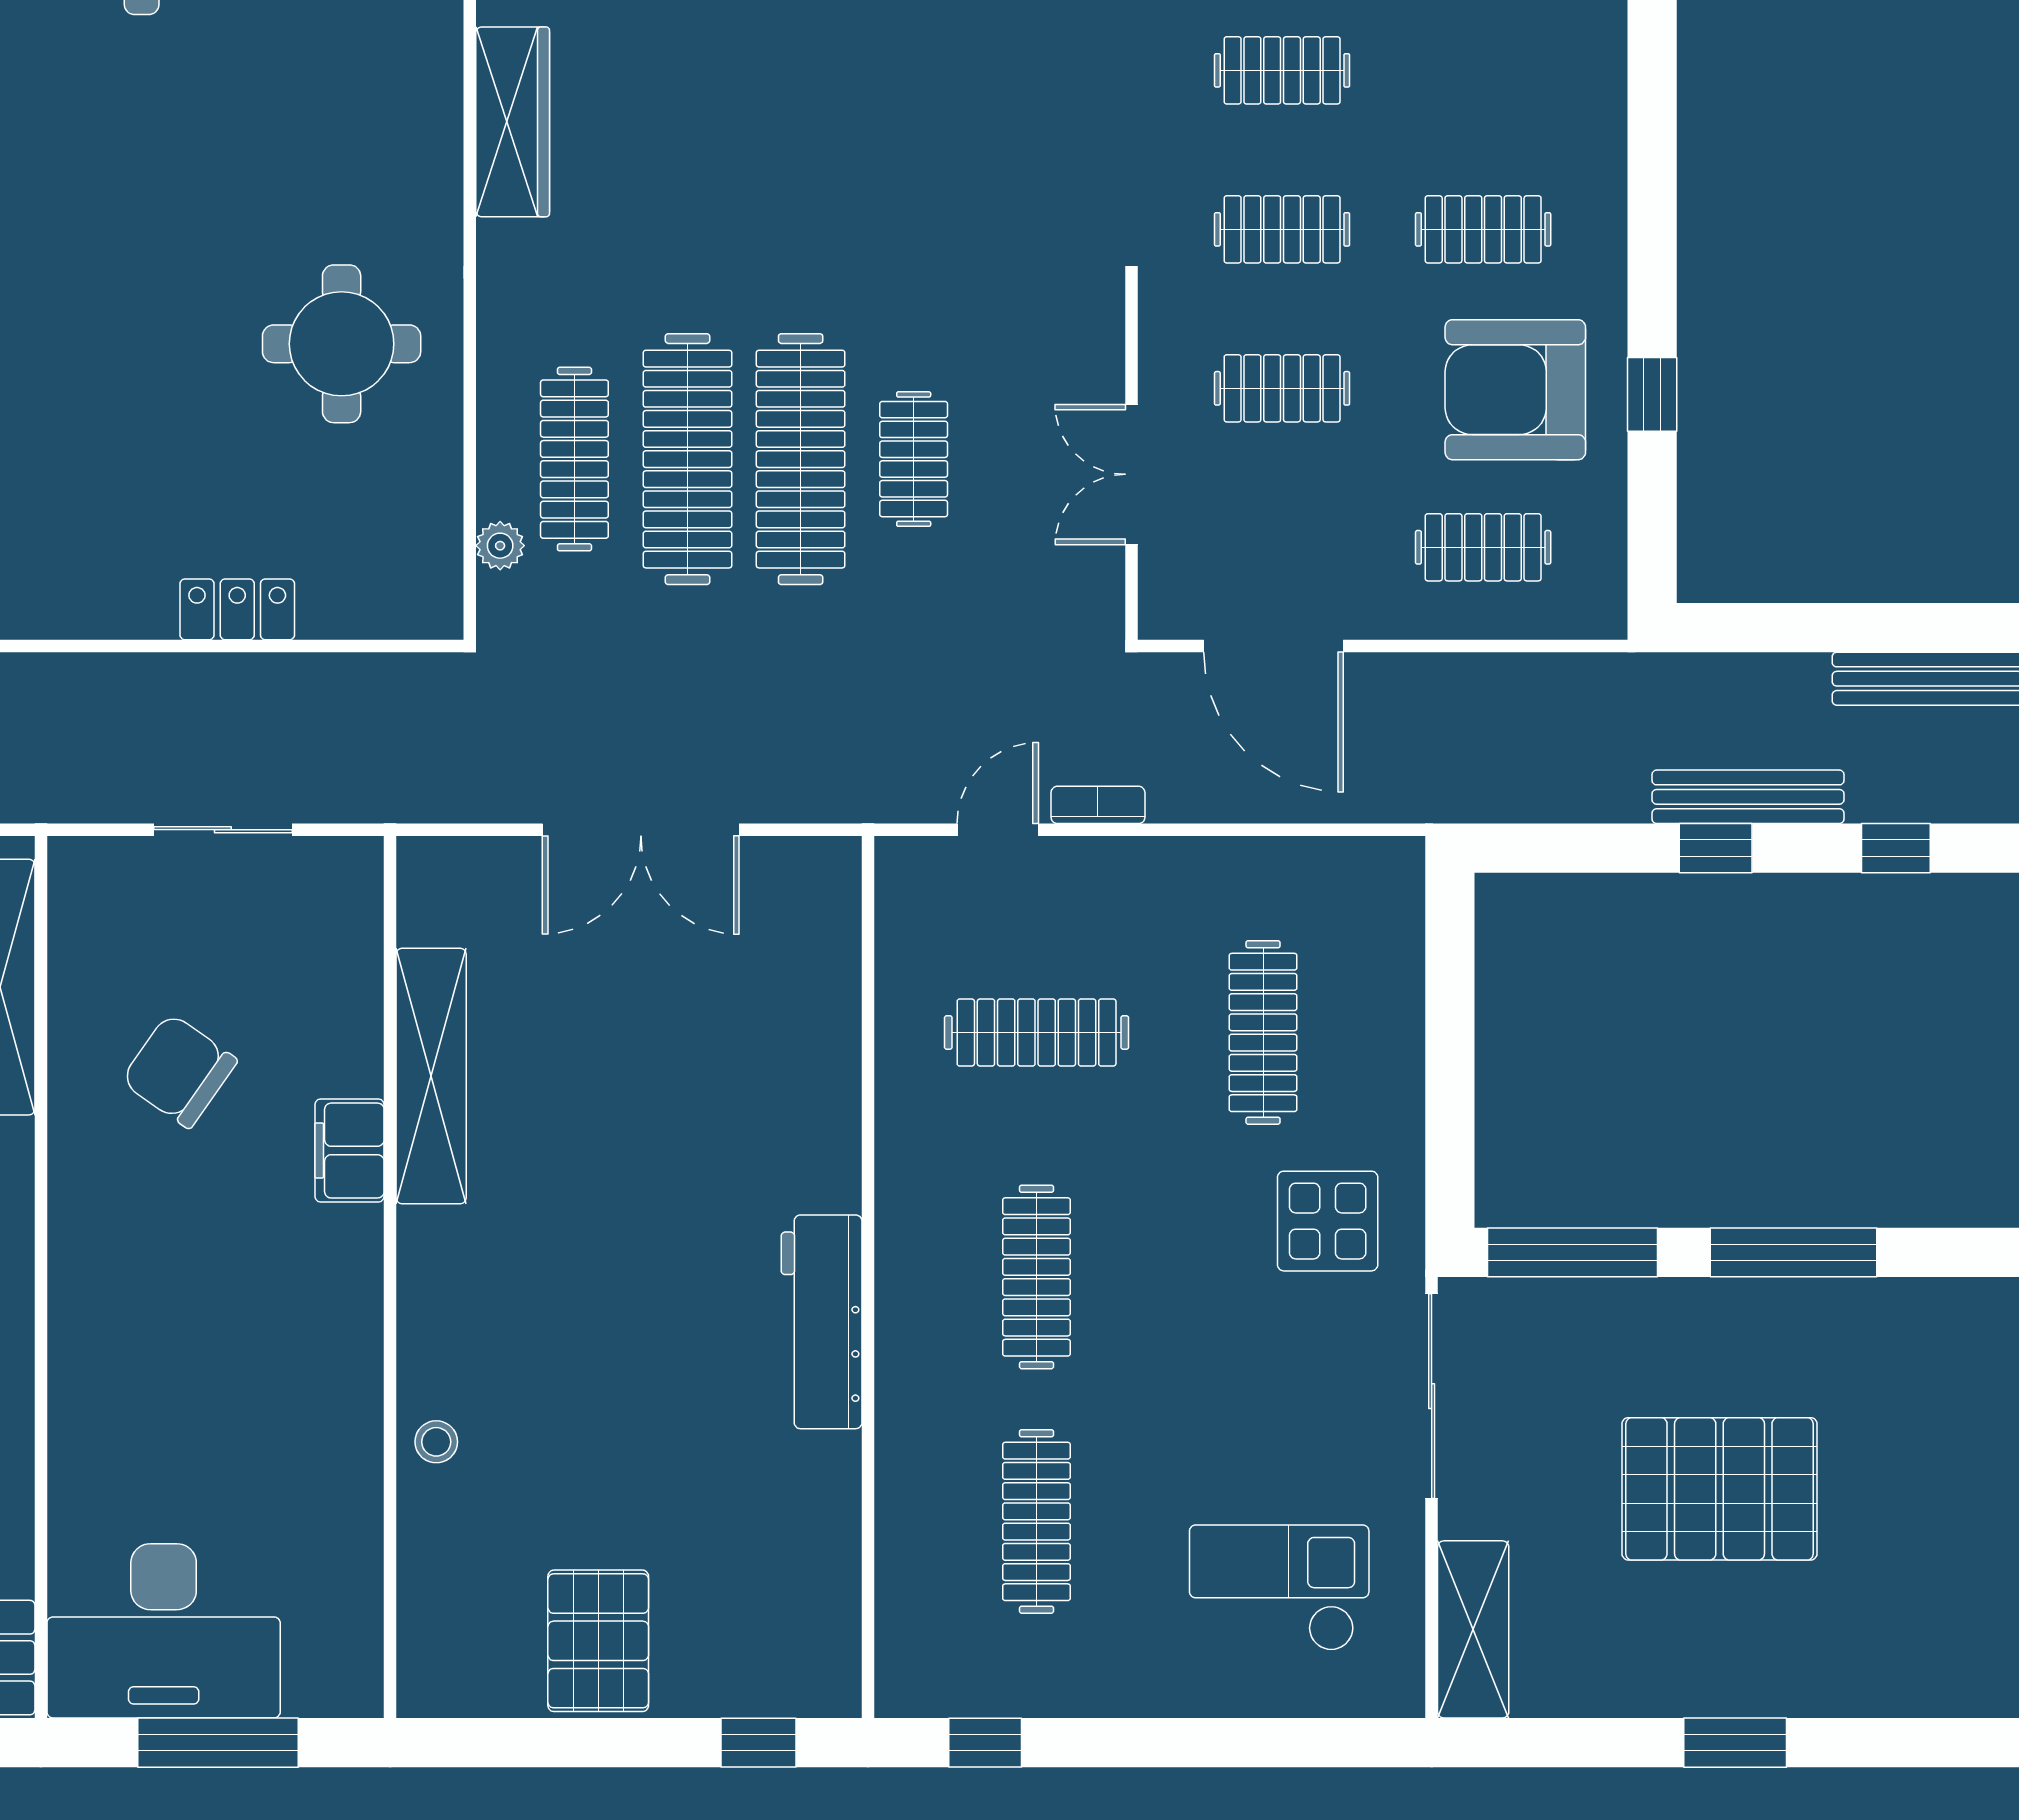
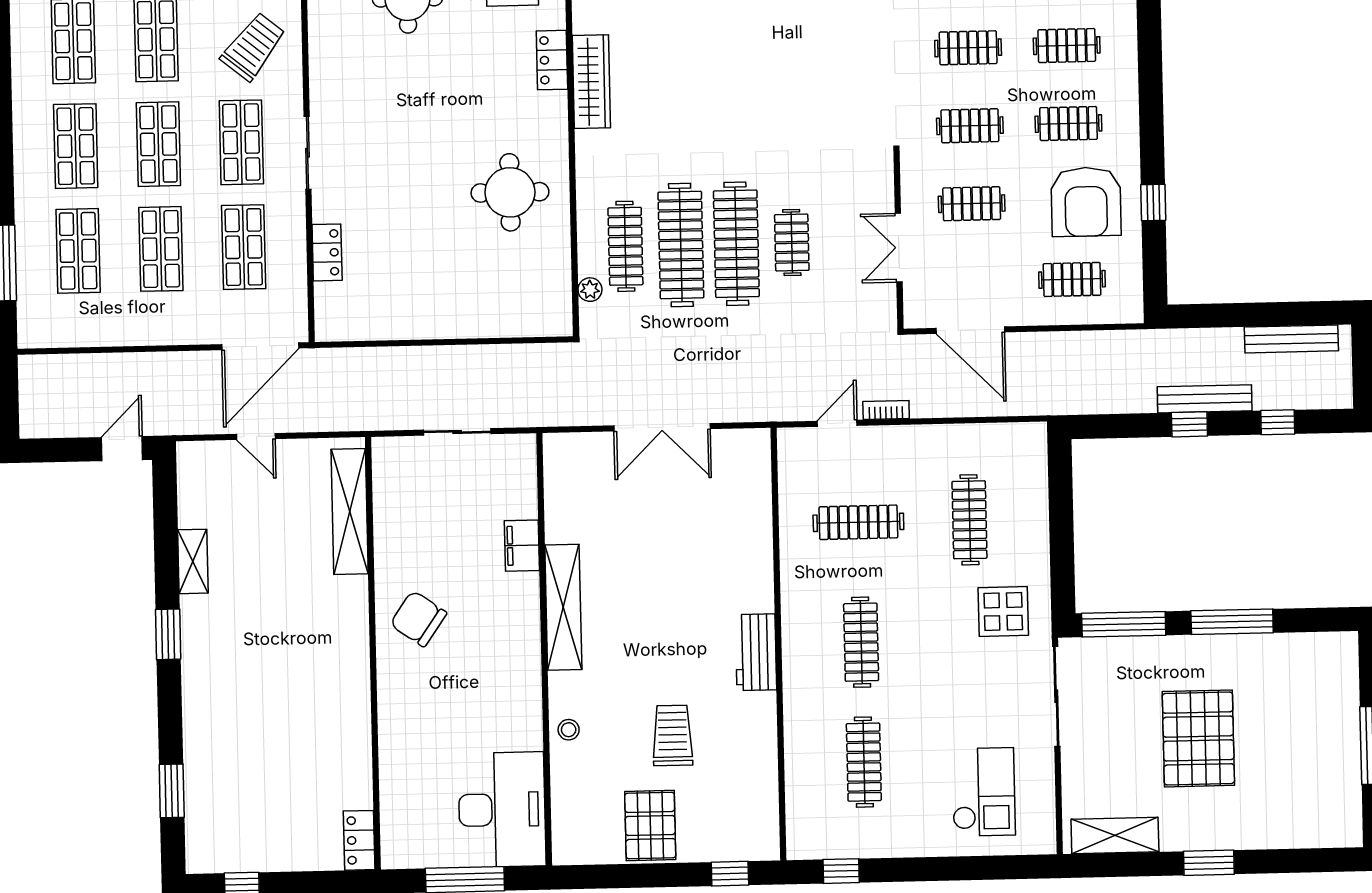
clothes rail: (1483, 70) -> (1067, 46), added
armchair: (1515, 390) -> (1086, 202), turned -90
locker: (237, 609) -> (552, 60), moved, turned -90
chair: (179, 1071) -> (418, 619), moved
shelving: (431, 1076) -> (563, 607), moved
filing cabinet: (350, 1151) -> (522, 546), moved
workbench: (822, 1322) -> (756, 652), width x0.73
trolley: (648, 1458) -> (673, 735), added
pallet: (1719, 1489) -> (1198, 738), turned 90
checkout: (1279, 1588) -> (984, 792), turned 90
shelving: (1473, 1629) -> (1115, 835), moved, turned 90
desk: (164, 1631) -> (502, 810), moved, turned -90

